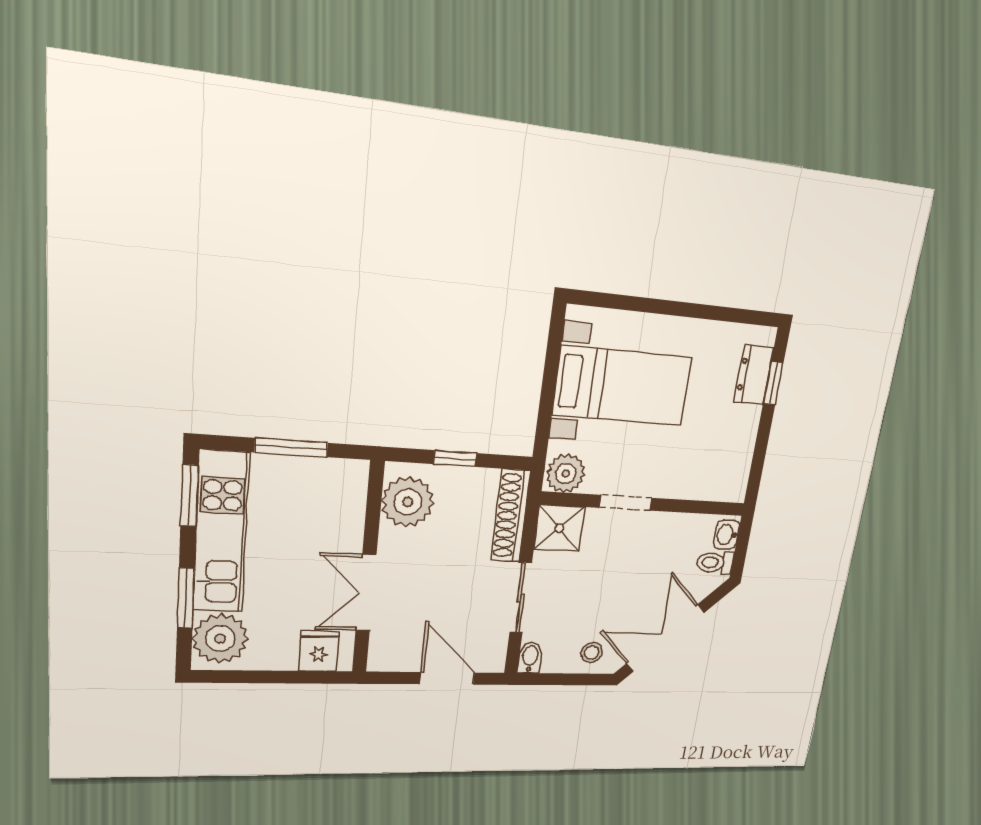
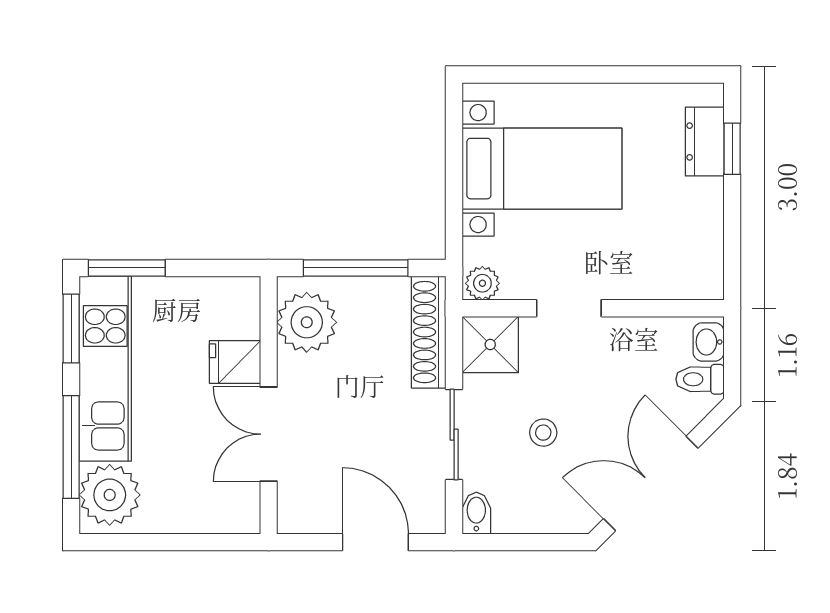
window: (291, 448) -> (127, 268), moved
window: (455, 459) -> (356, 268), width x2.17
plant: (566, 473) -> (482, 283), width x0.73, depth x0.73
window: (186, 598) -> (71, 447), width x1.44
fridge: (319, 651) -> (235, 362), moved, turned -90
stool: (592, 653) -> (543, 433), moved

